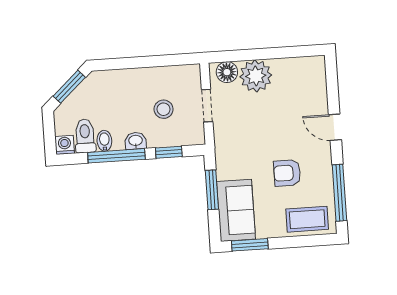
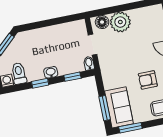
stool: (164, 109) -> (66, 50), removed
bidet: (104, 141) -> (89, 63), moved
window: (116, 156) -> (40, 83), width x0.46
window: (212, 190) -> (105, 108), moved

